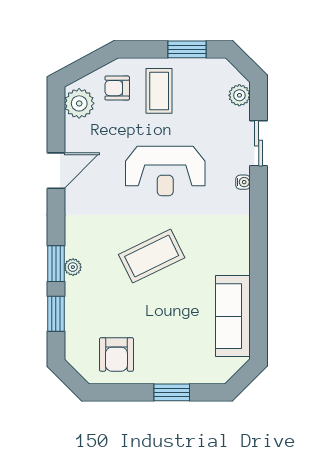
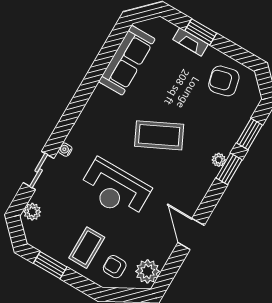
armchair: (117, 88) -> (115, 267), turned 180
door: (56, 171) -> (191, 234), hinge flipped
reception desk: (165, 171) -> (115, 189), turned 180
armchair: (116, 354) -> (224, 81), turned -104
fireplace: (176, 375) -> (191, 42), added

